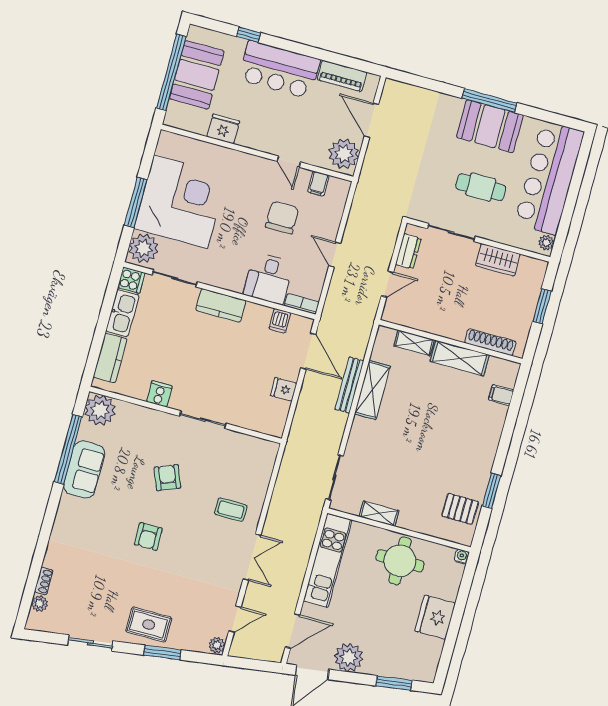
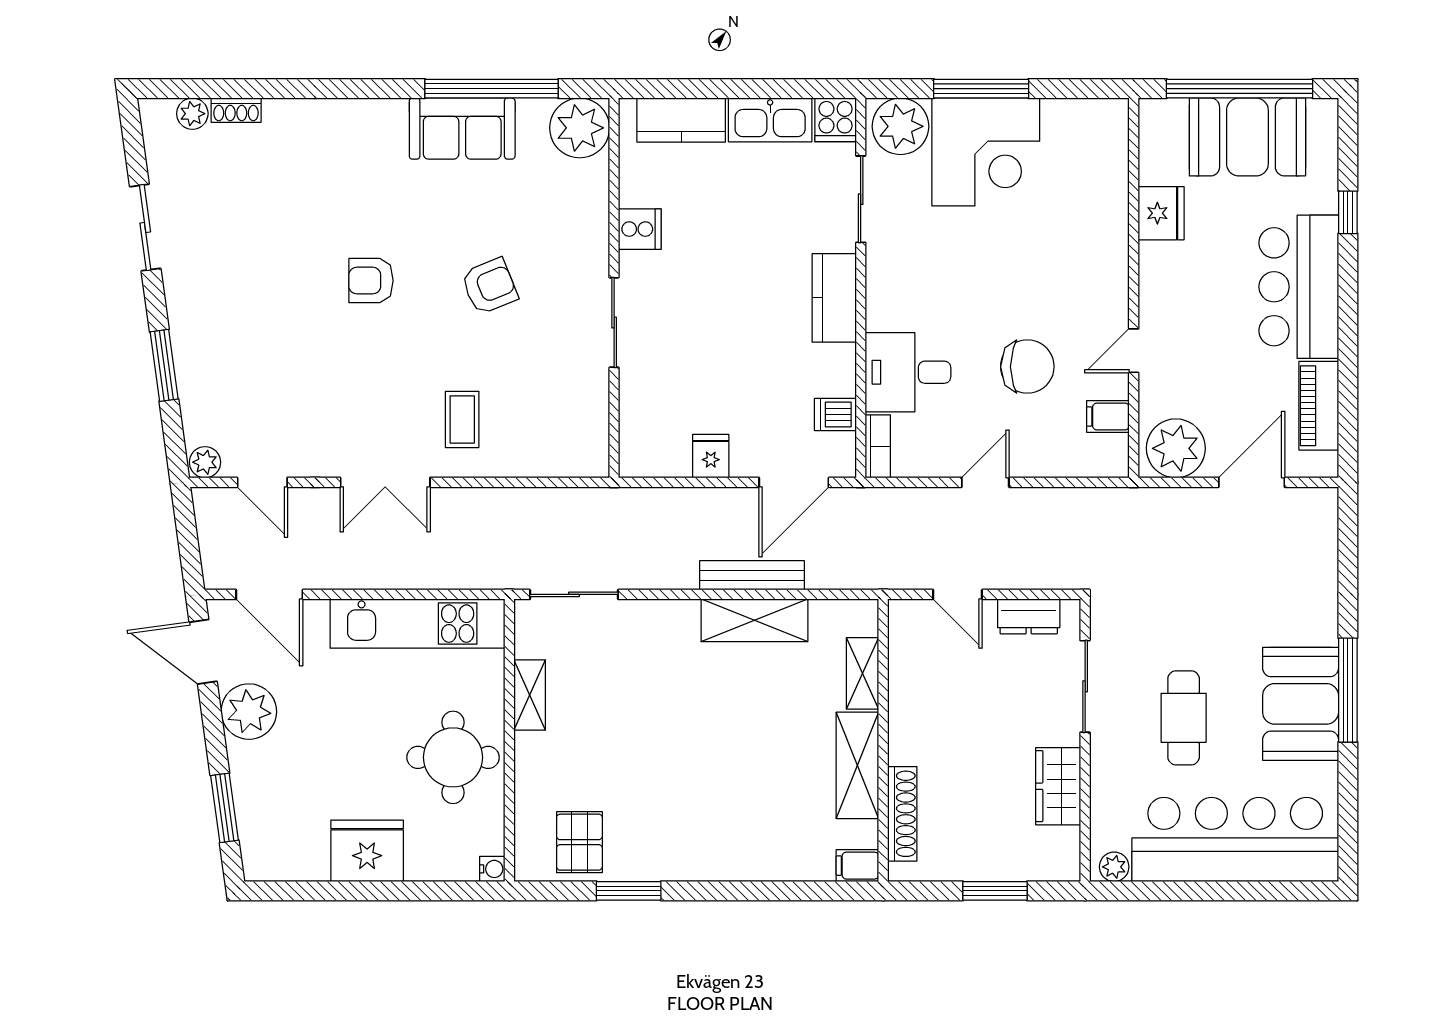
corner desk: (181, 202) -> (986, 152), width x0.74, depth x0.74
filing cabinet: (501, 395) -> (857, 866), moved, turned -90
rug: (149, 624) -> (209, 326), removed

